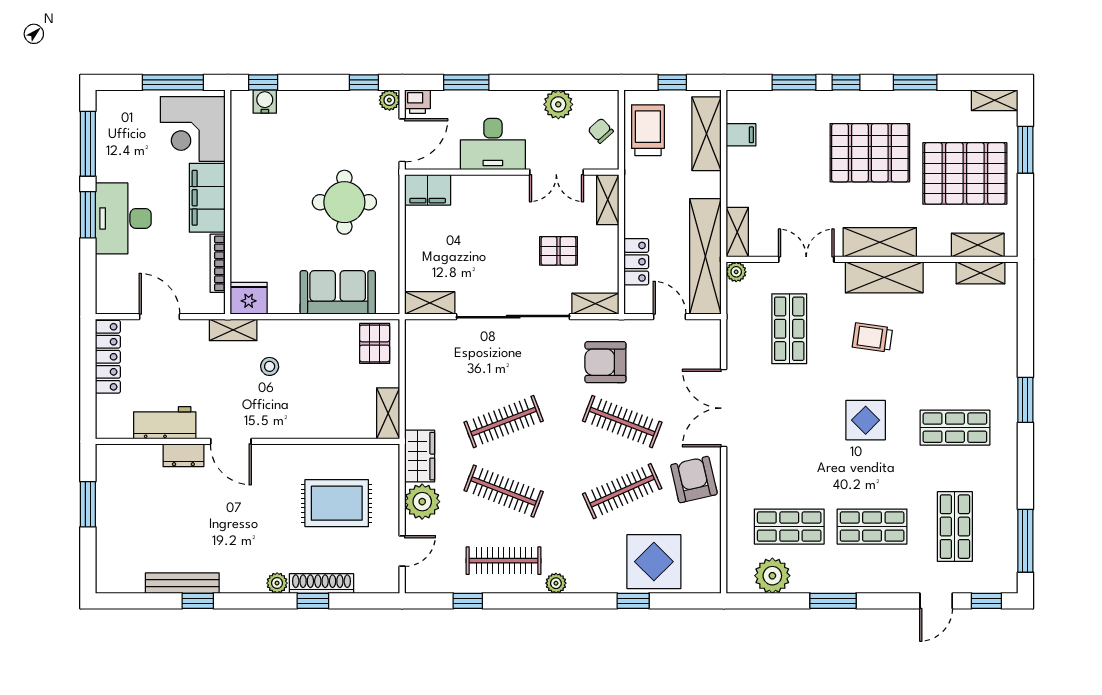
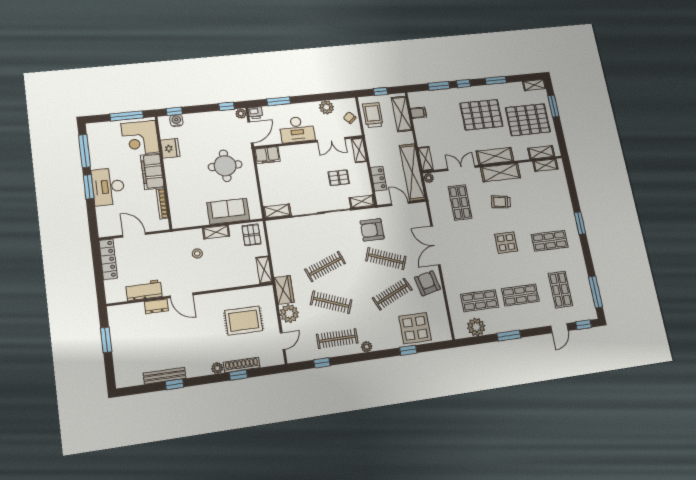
fridge: (249, 298) -> (170, 148), moved, turned 90
shelving: (233, 330) -> (216, 232), moved

